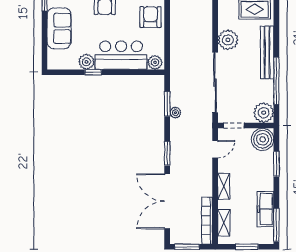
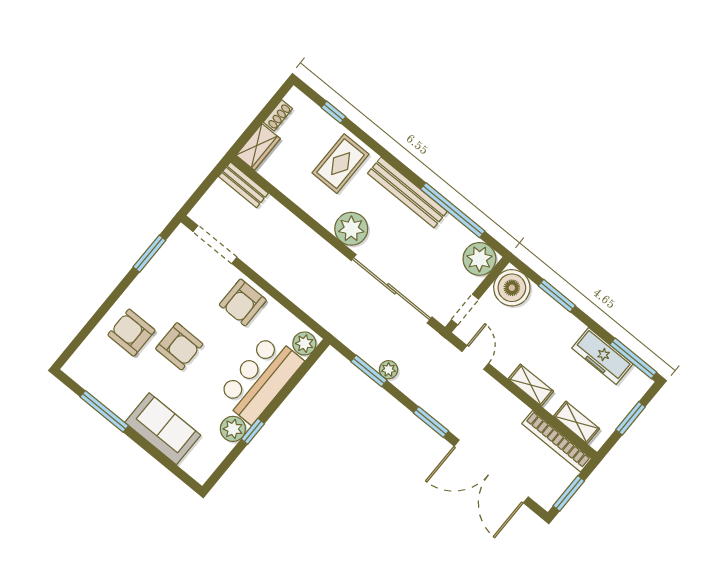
armchair: (150, 17) -> (243, 302), turned -90

